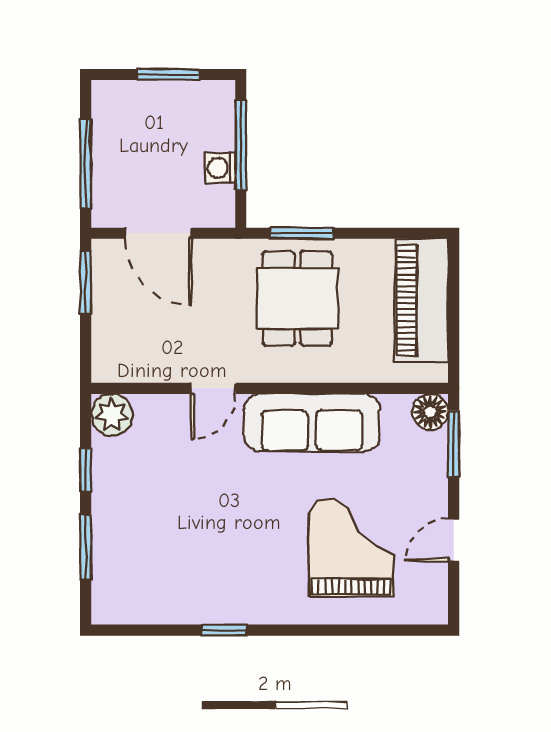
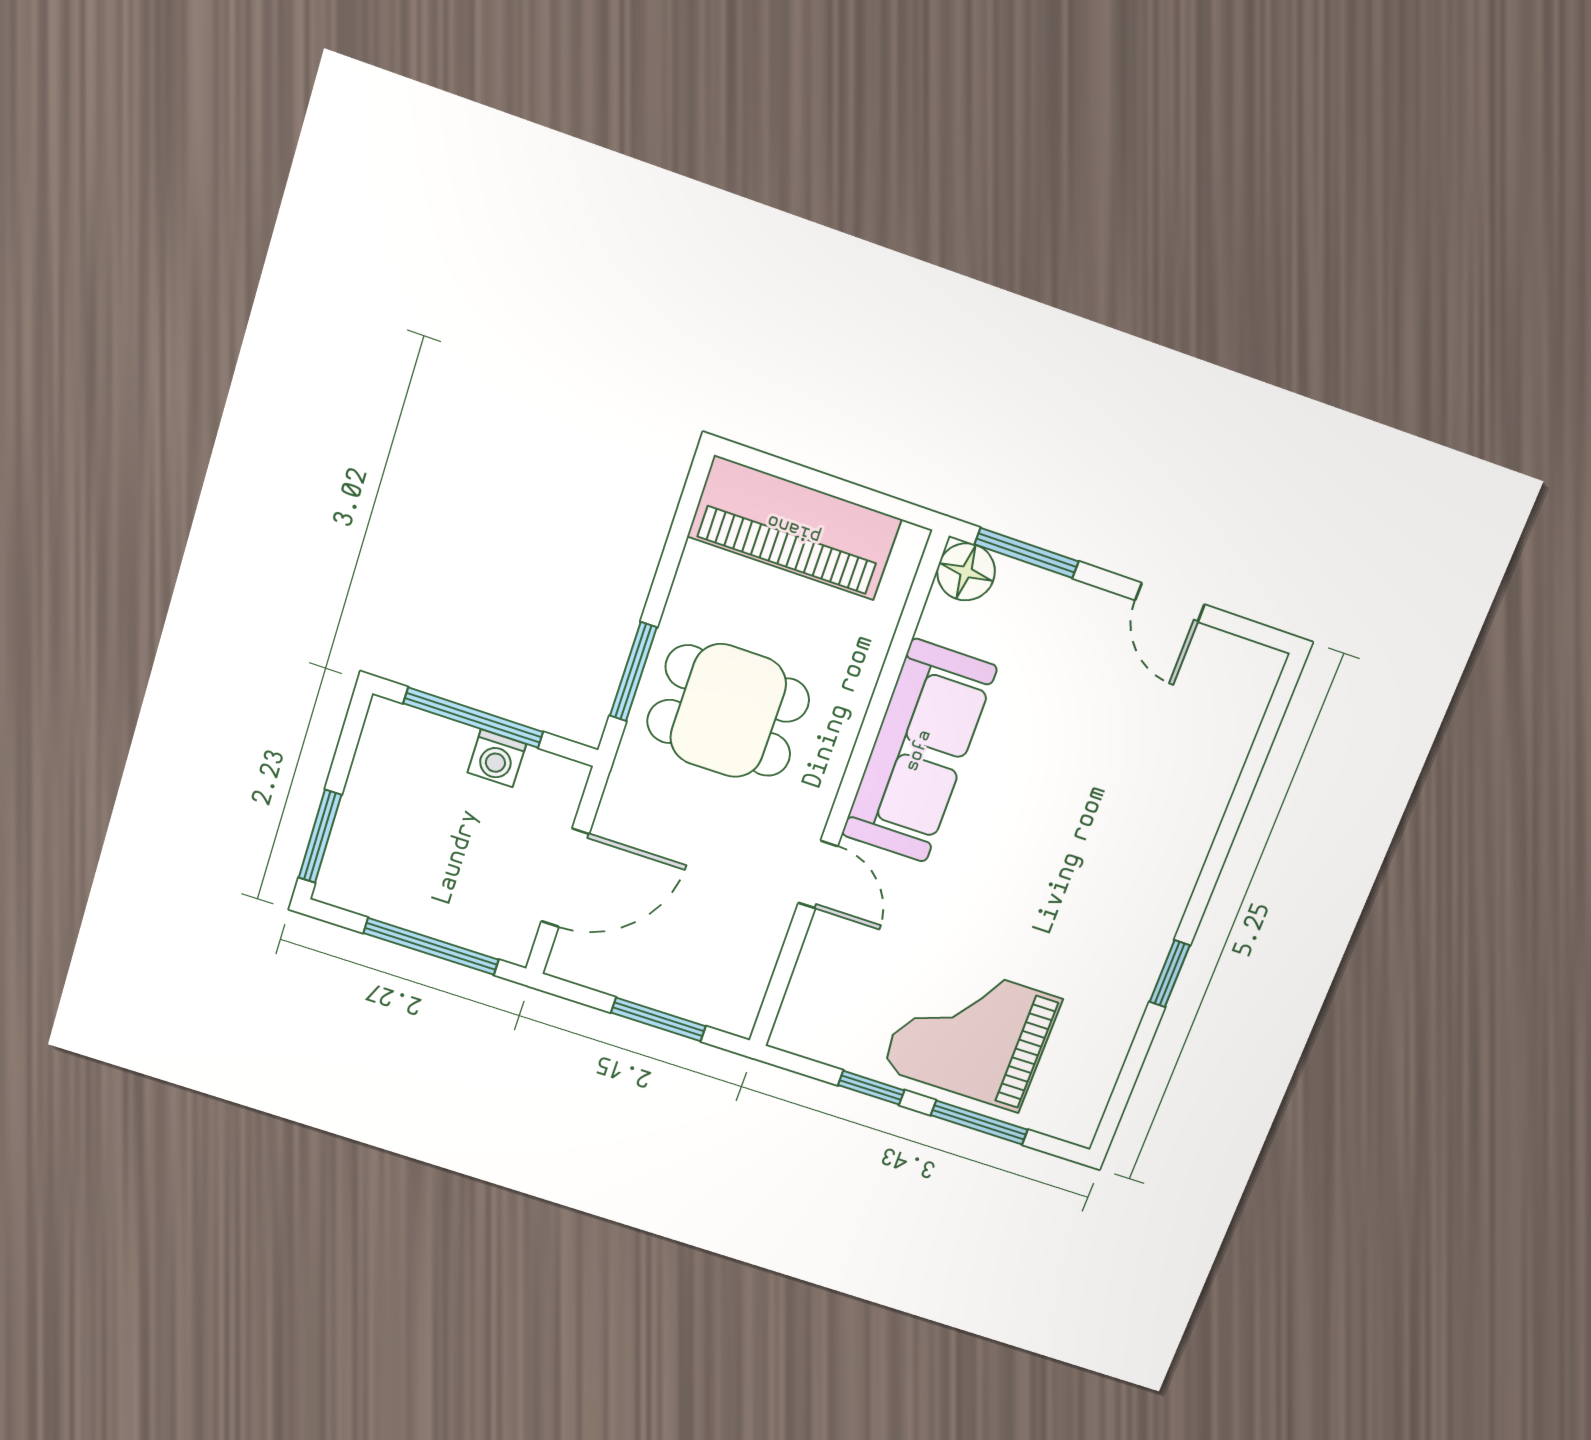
window: (168, 74) -> (320, 836), moved
window: (86, 283) -> (658, 1019), moved
plant: (112, 415) -> (805, 1027), removed
grand piano: (352, 547) -> (971, 1034), moved

